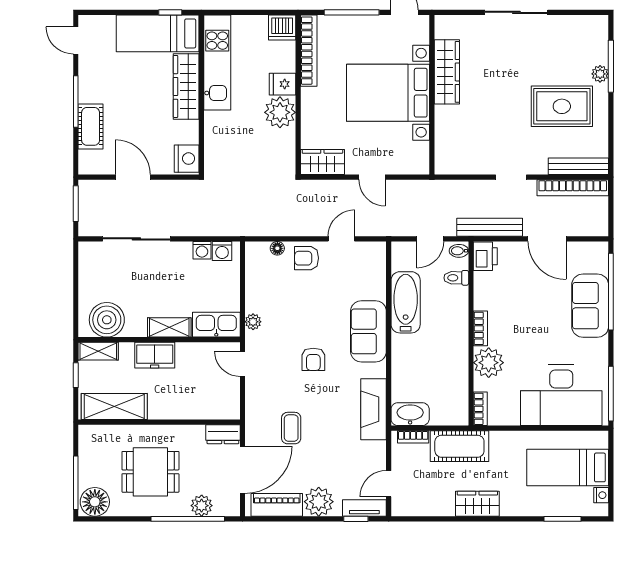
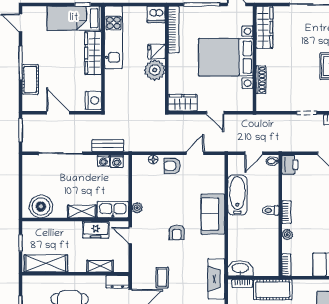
wardrobe: (447, 72) -> (264, 27), moved
shoe rack: (442, 127) -> (261, 80), added
bench: (490, 227) -> (108, 146), moved, width x0.73
toilet: (456, 278) -> (271, 210), moved
shelving: (98, 351) -> (100, 266), moved
freezer: (155, 355) -> (96, 230), moved
plant: (489, 363) -> (287, 235), width x0.53, depth x0.53
fireplace: (374, 409) -> (216, 279), moved

